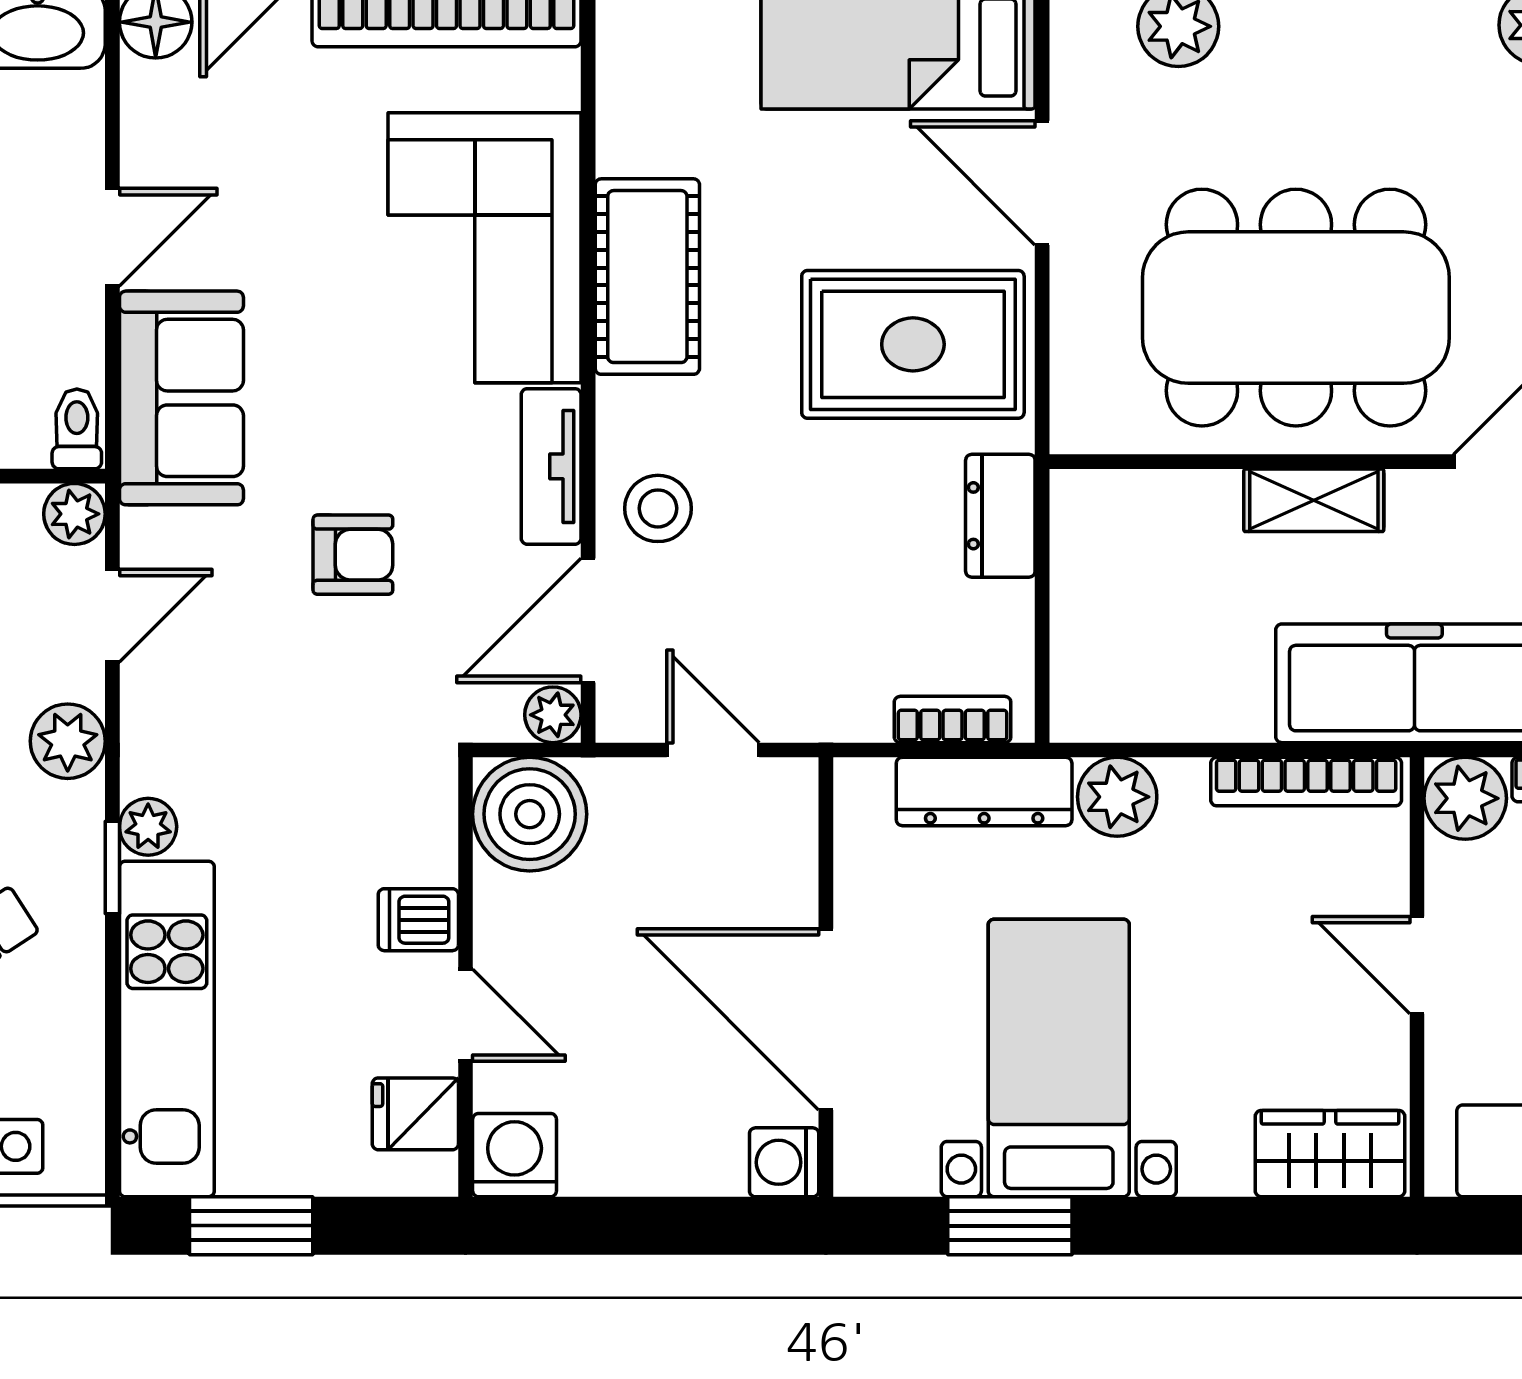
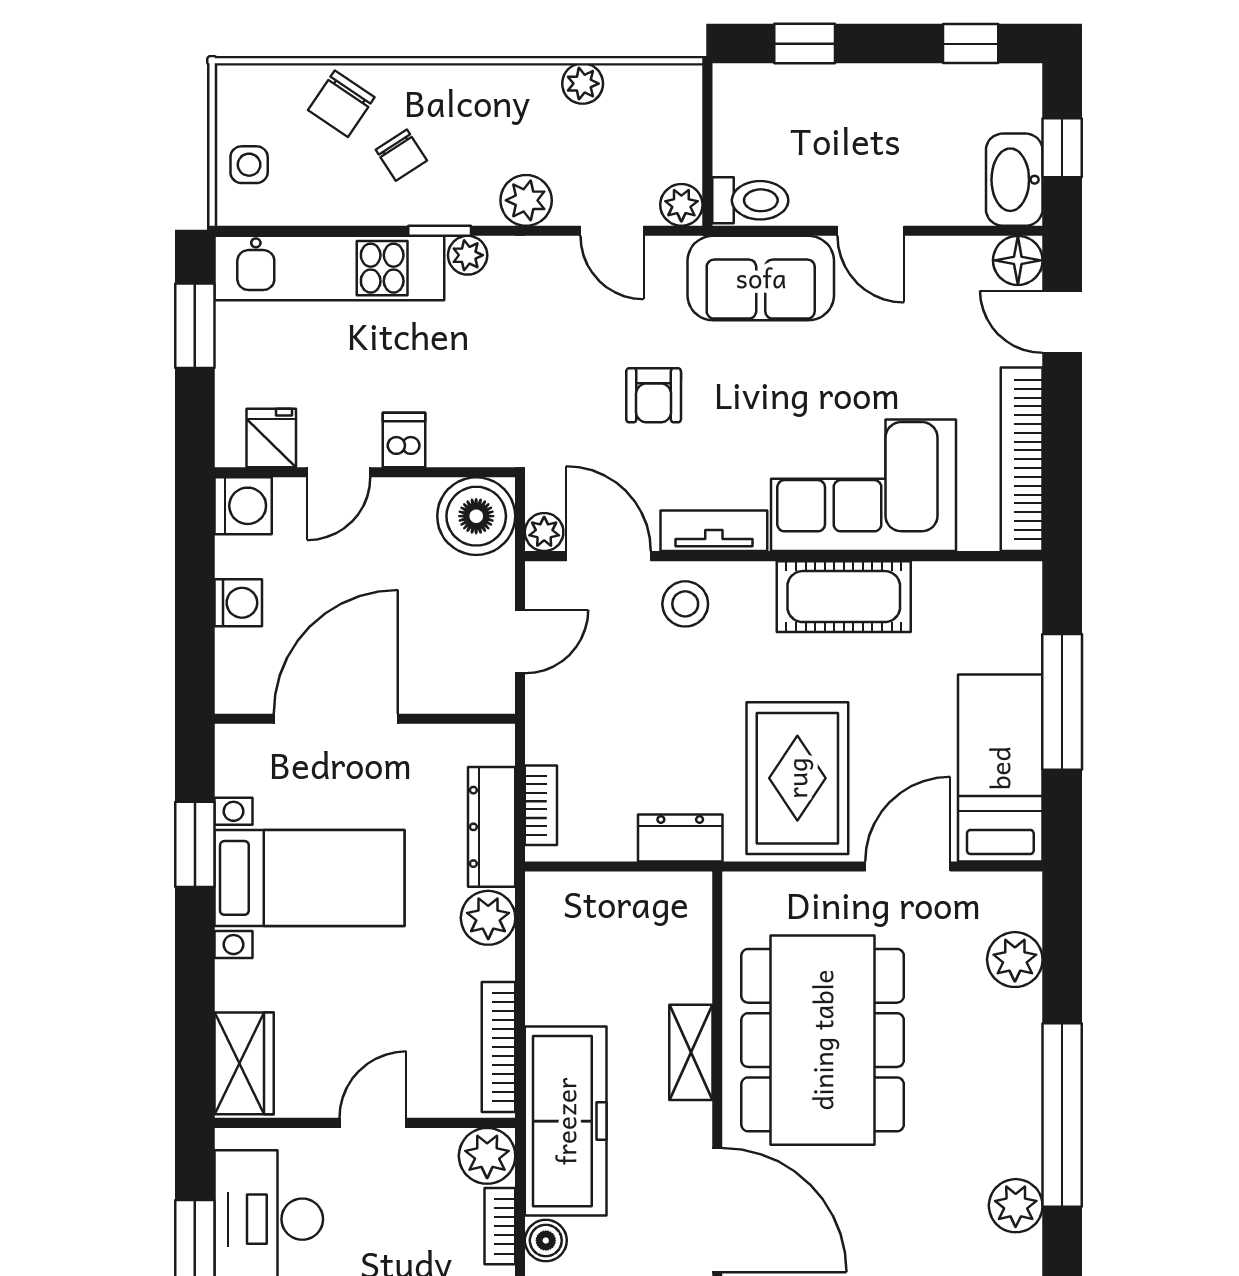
toilet: (77, 429) -> (750, 200), width x1.37, depth x1.39
washing machine: (784, 1162) -> (238, 603), moved, turned 90

